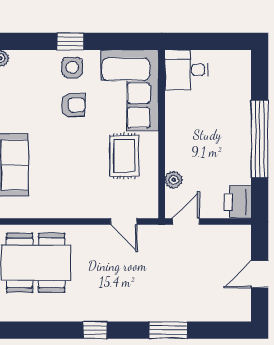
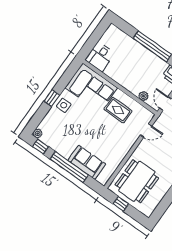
armchair: (73, 105) -> (80, 116), removed

